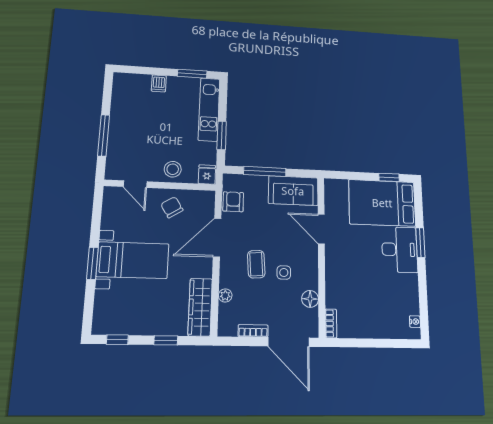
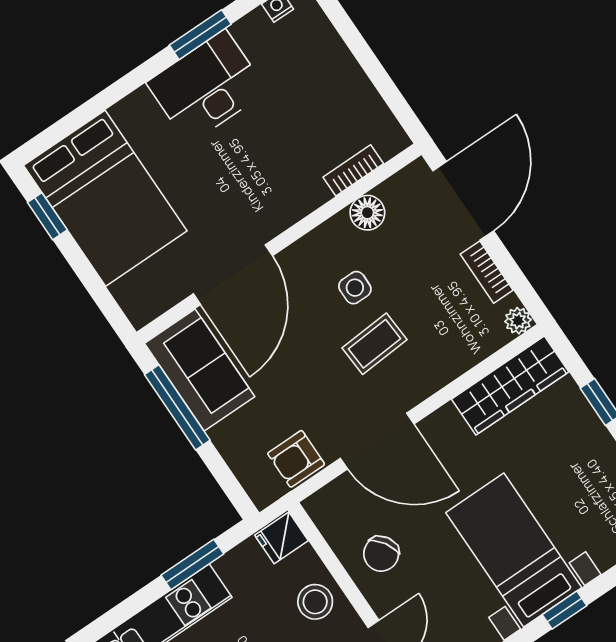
window: (265, 171) -> (177, 407), moved
door: (321, 229) -> (233, 275), width x1.36
window: (420, 243) -> (200, 35), moved
desk: (400, 250) -> (207, 87), moved
window: (92, 263) -> (565, 610), width x0.67
plant: (225, 296) -> (518, 321), moved
bookcase: (331, 323) -> (353, 170), moved

